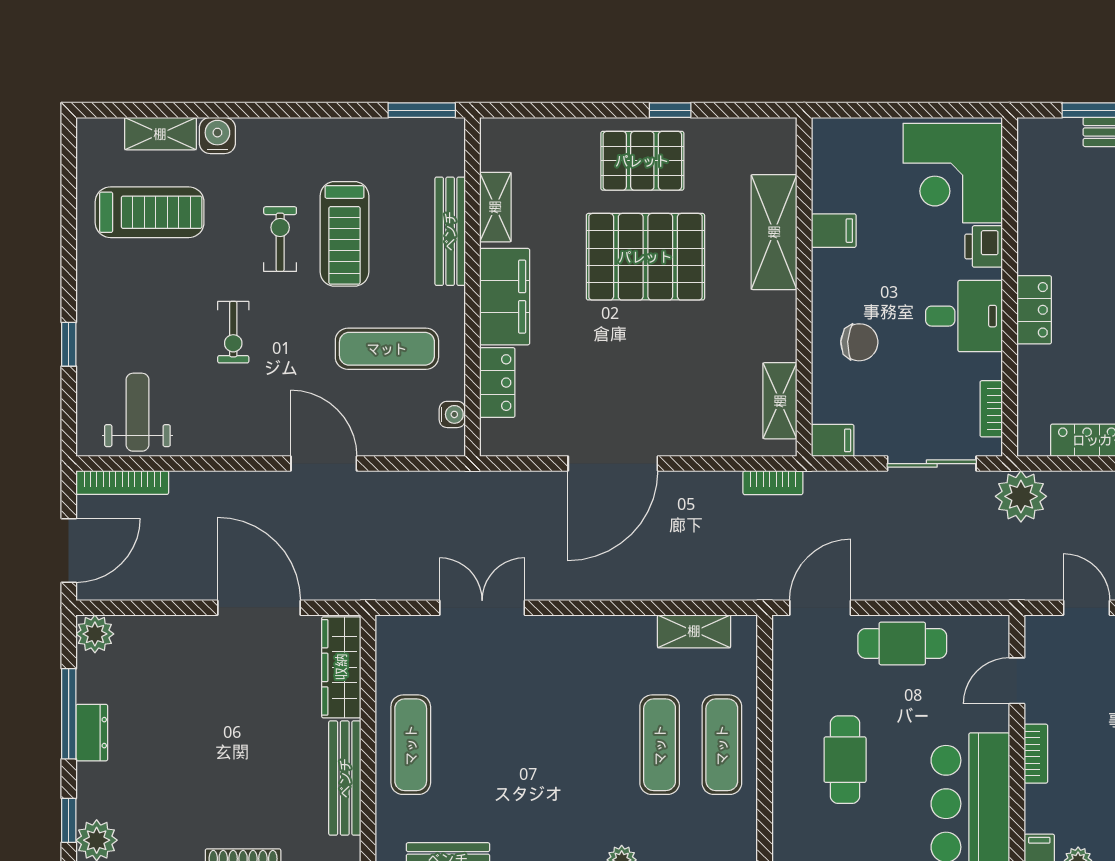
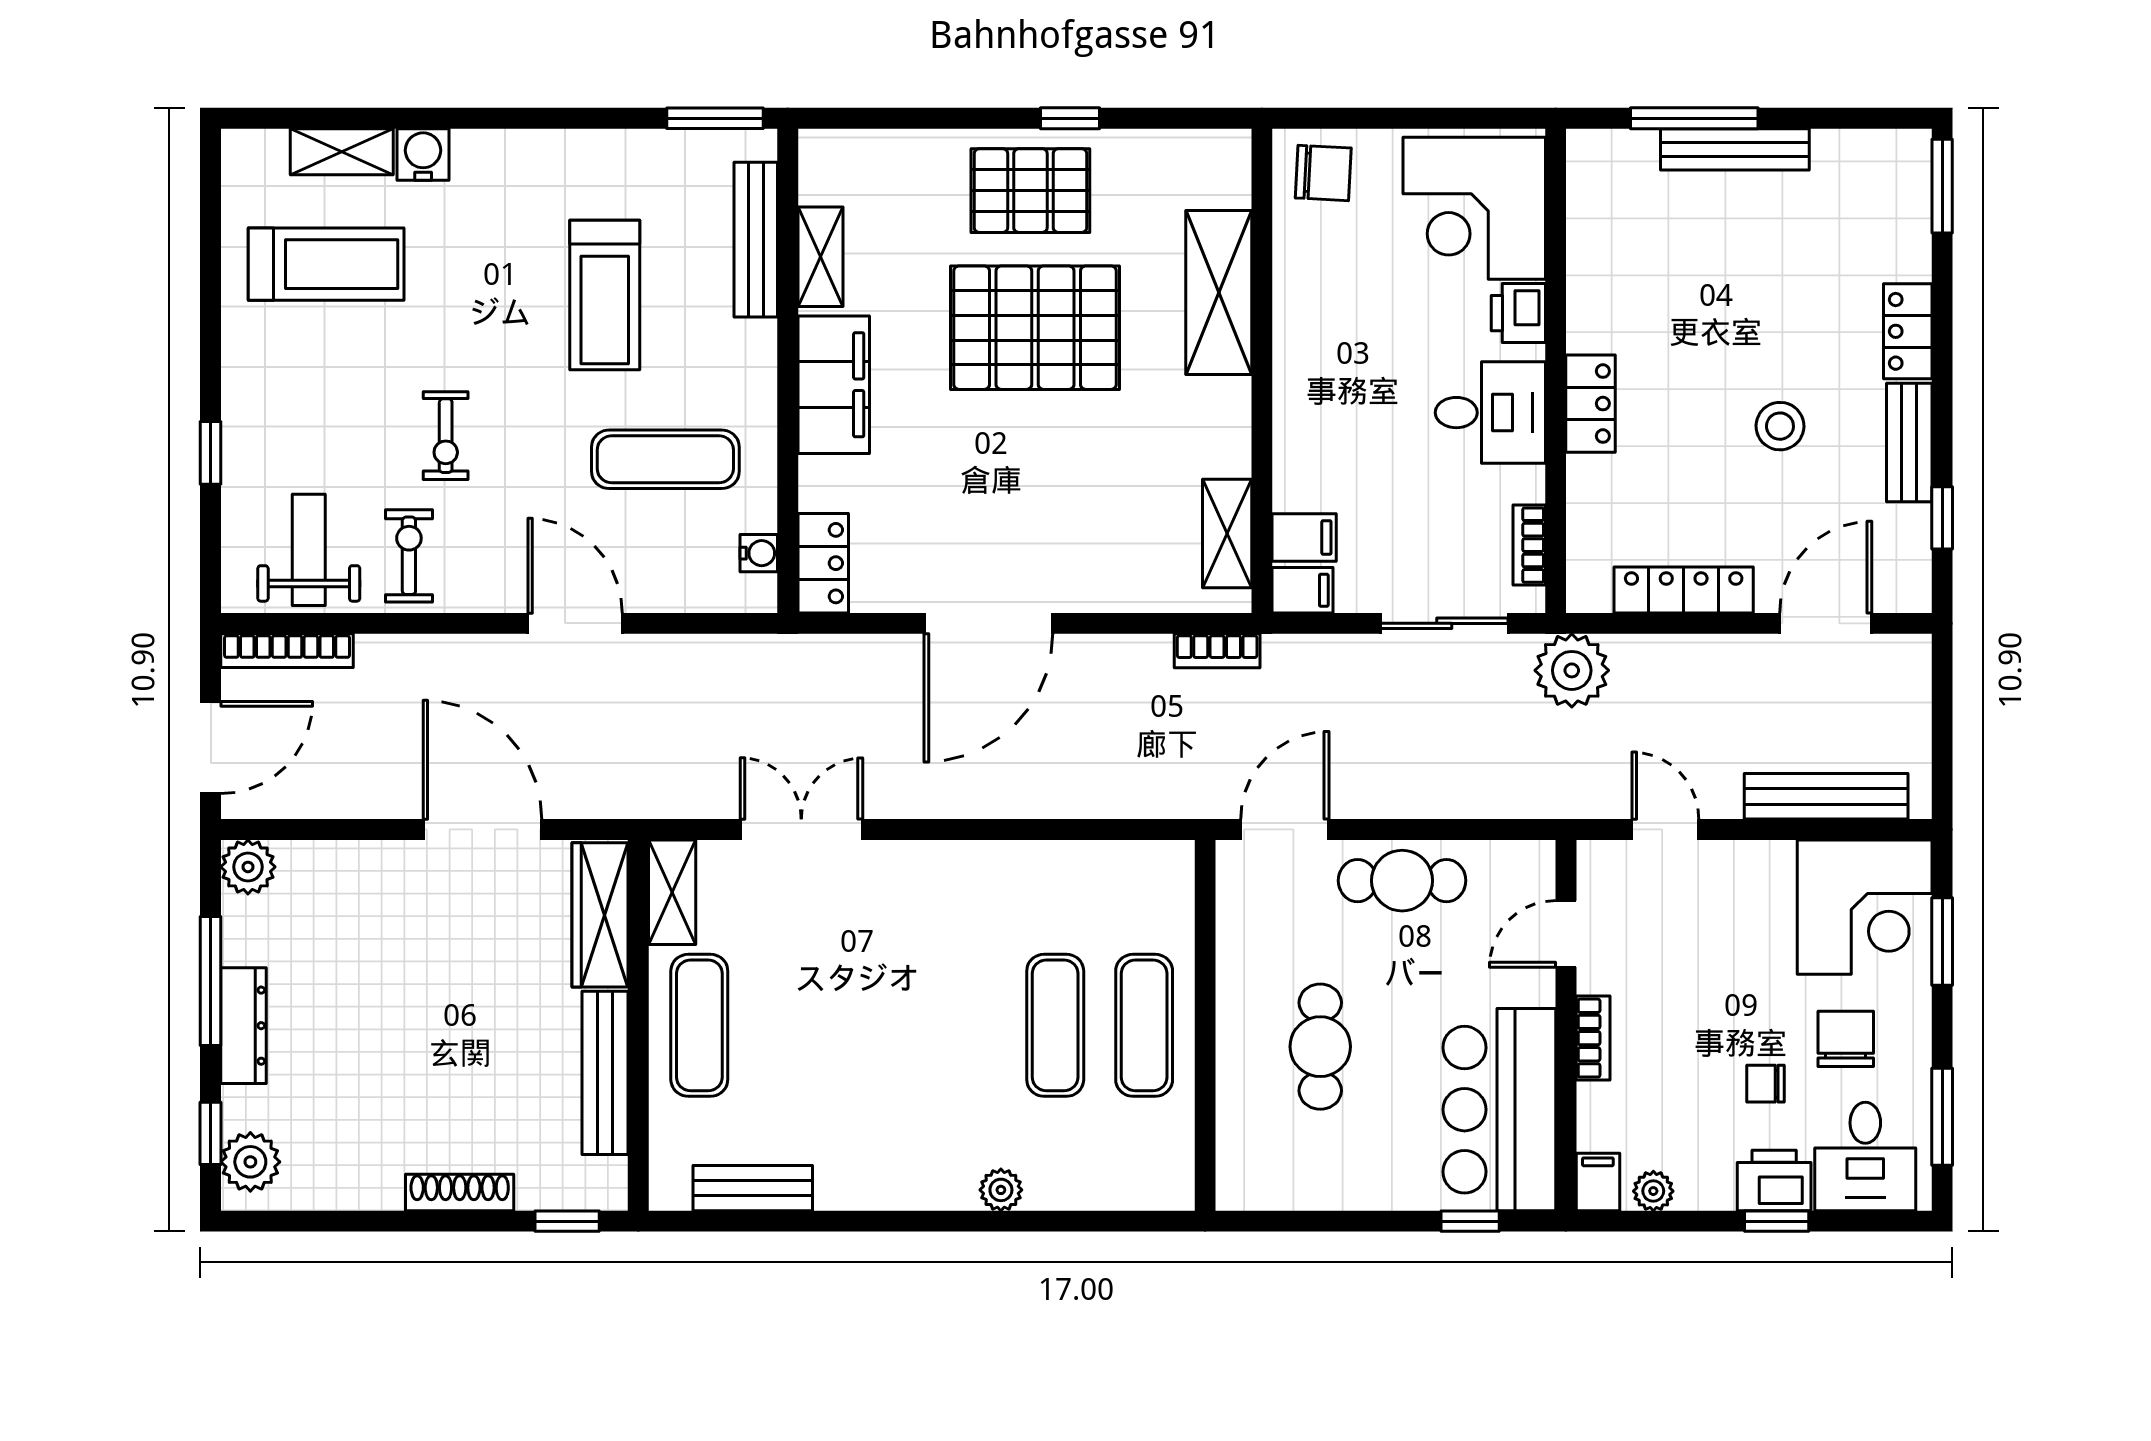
bench: (450, 231) -> (756, 240), moved
filing cabinet: (834, 231) -> (1304, 537), moved
exercise bike: (280, 239) -> (409, 556), moved
chair: (859, 342) -> (1323, 173), moved
locker: (497, 383) -> (823, 563), moved
shelving: (694, 631) -> (672, 892), moved, turned 90
dresser: (92, 733) -> (244, 1026), width x1.44

